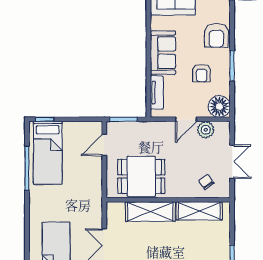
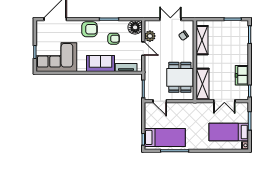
shelving: (150, 212) -> (202, 84), moved

